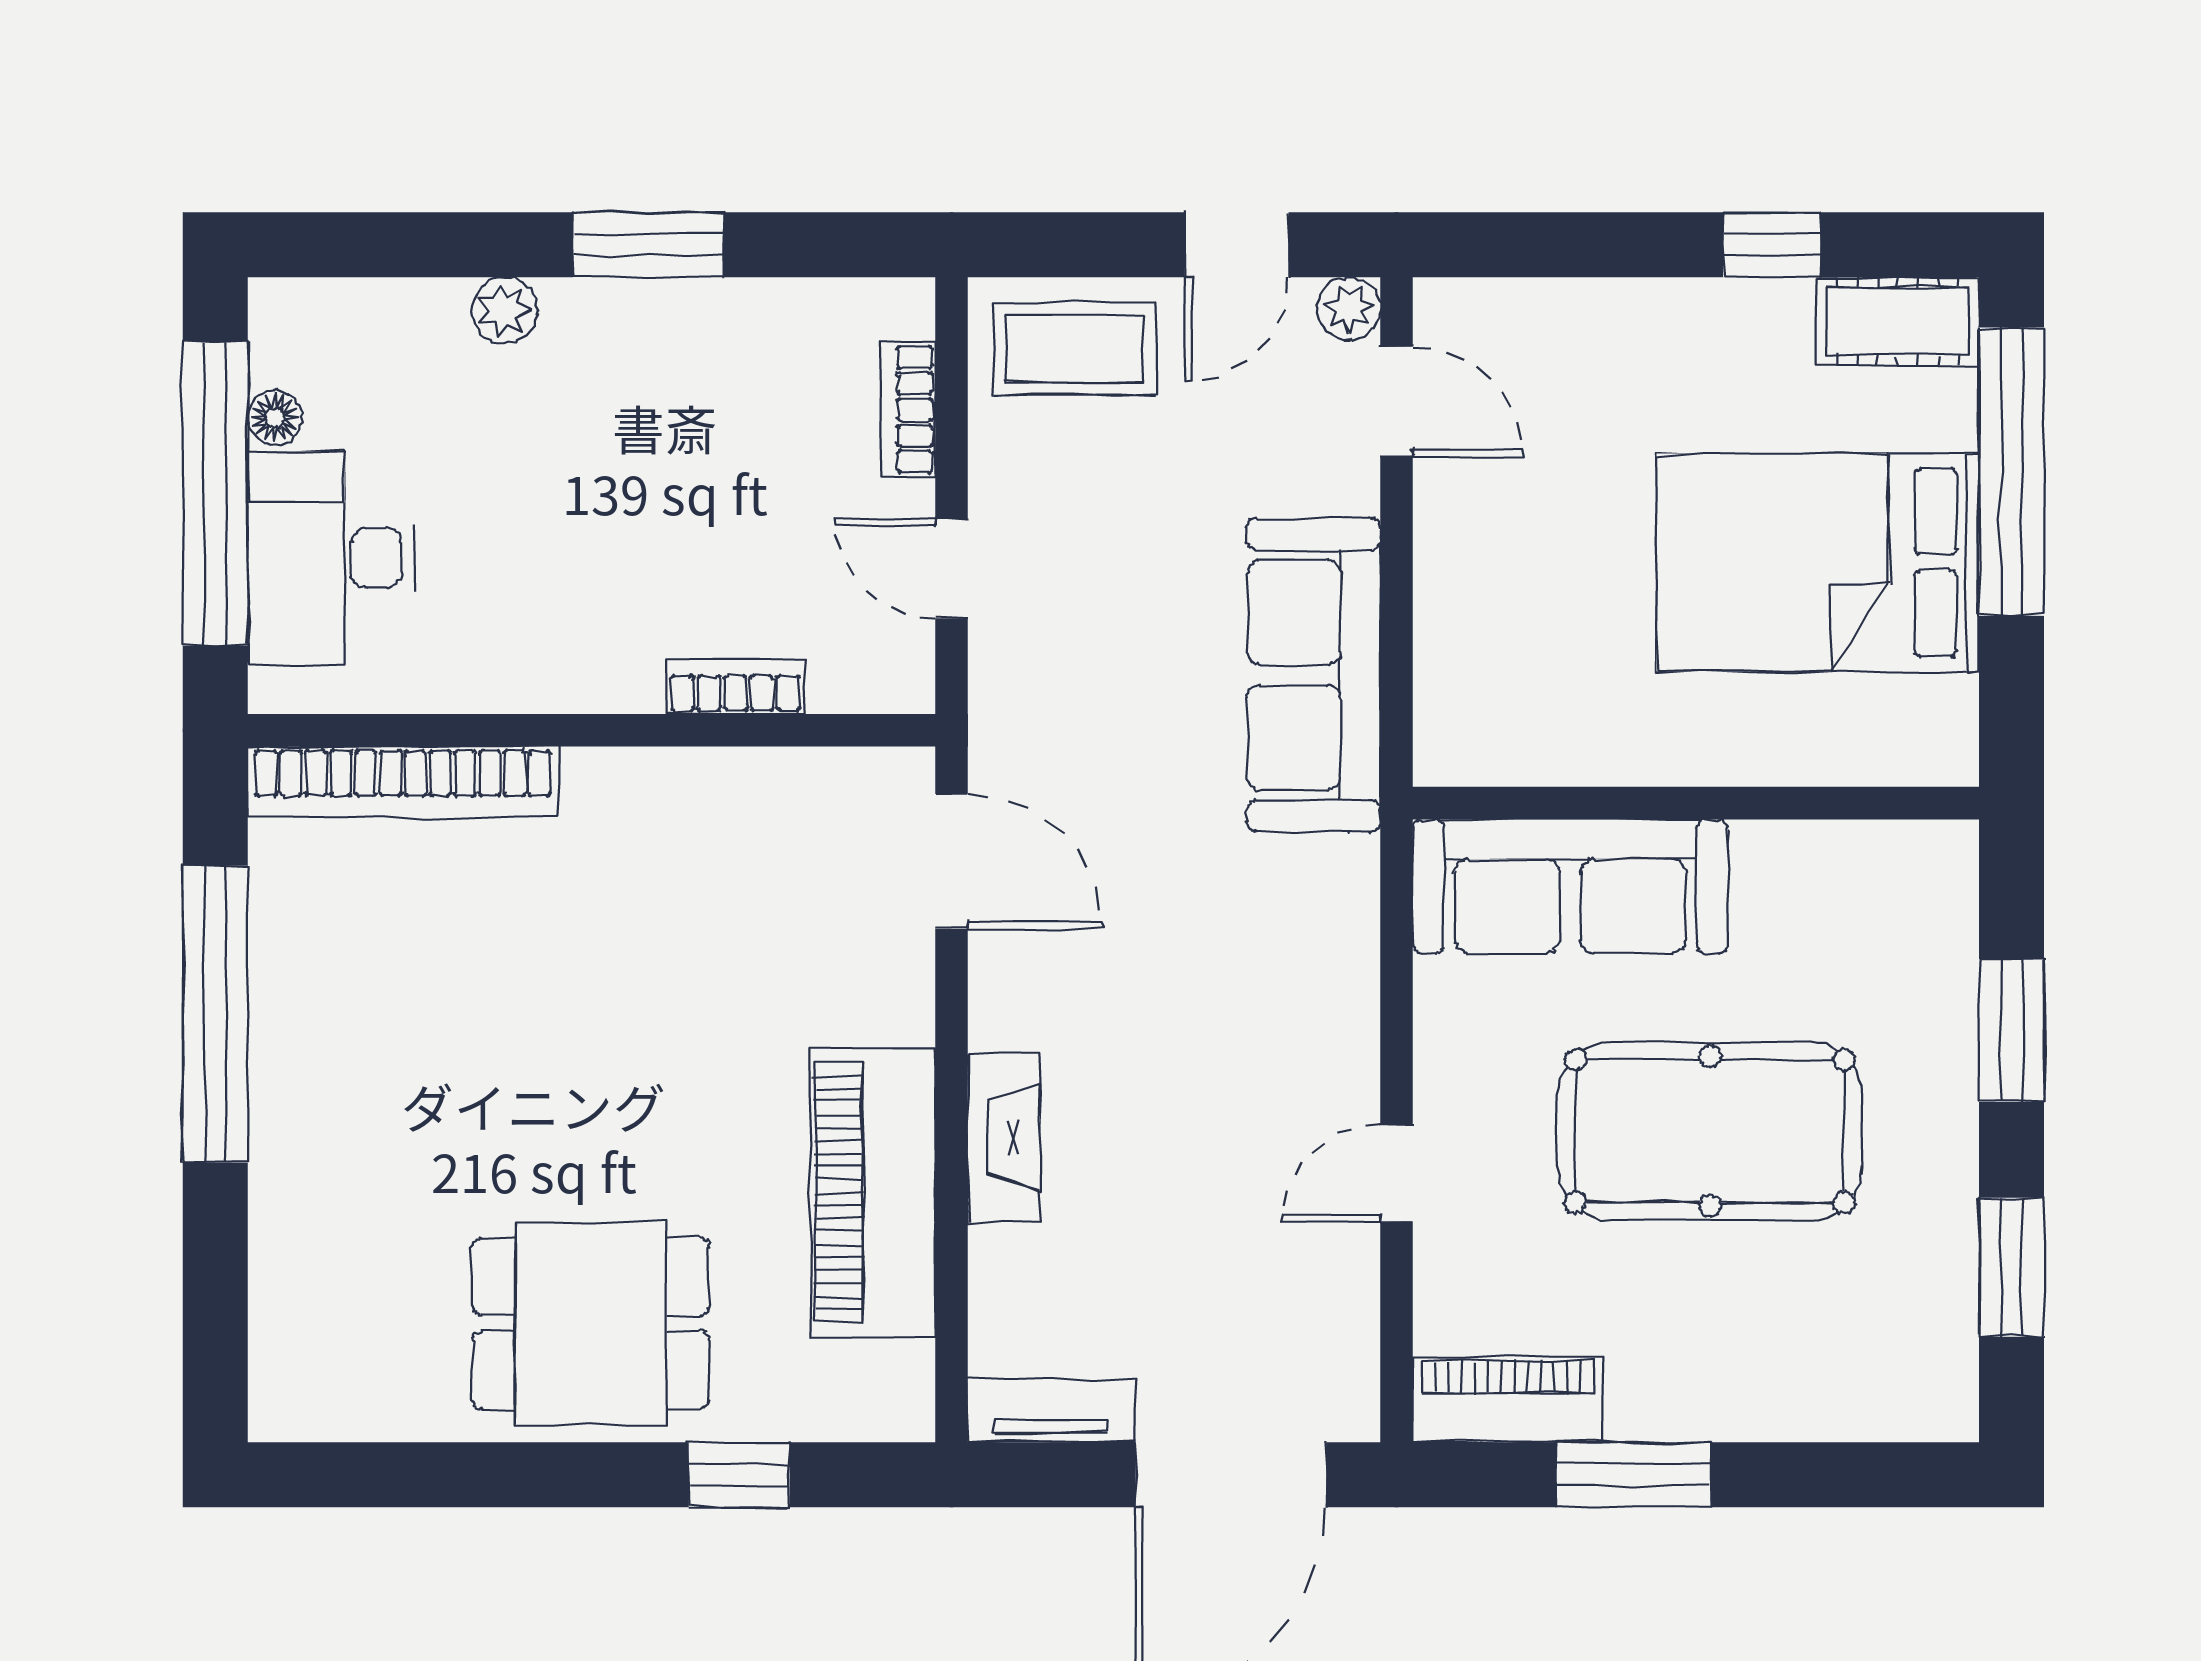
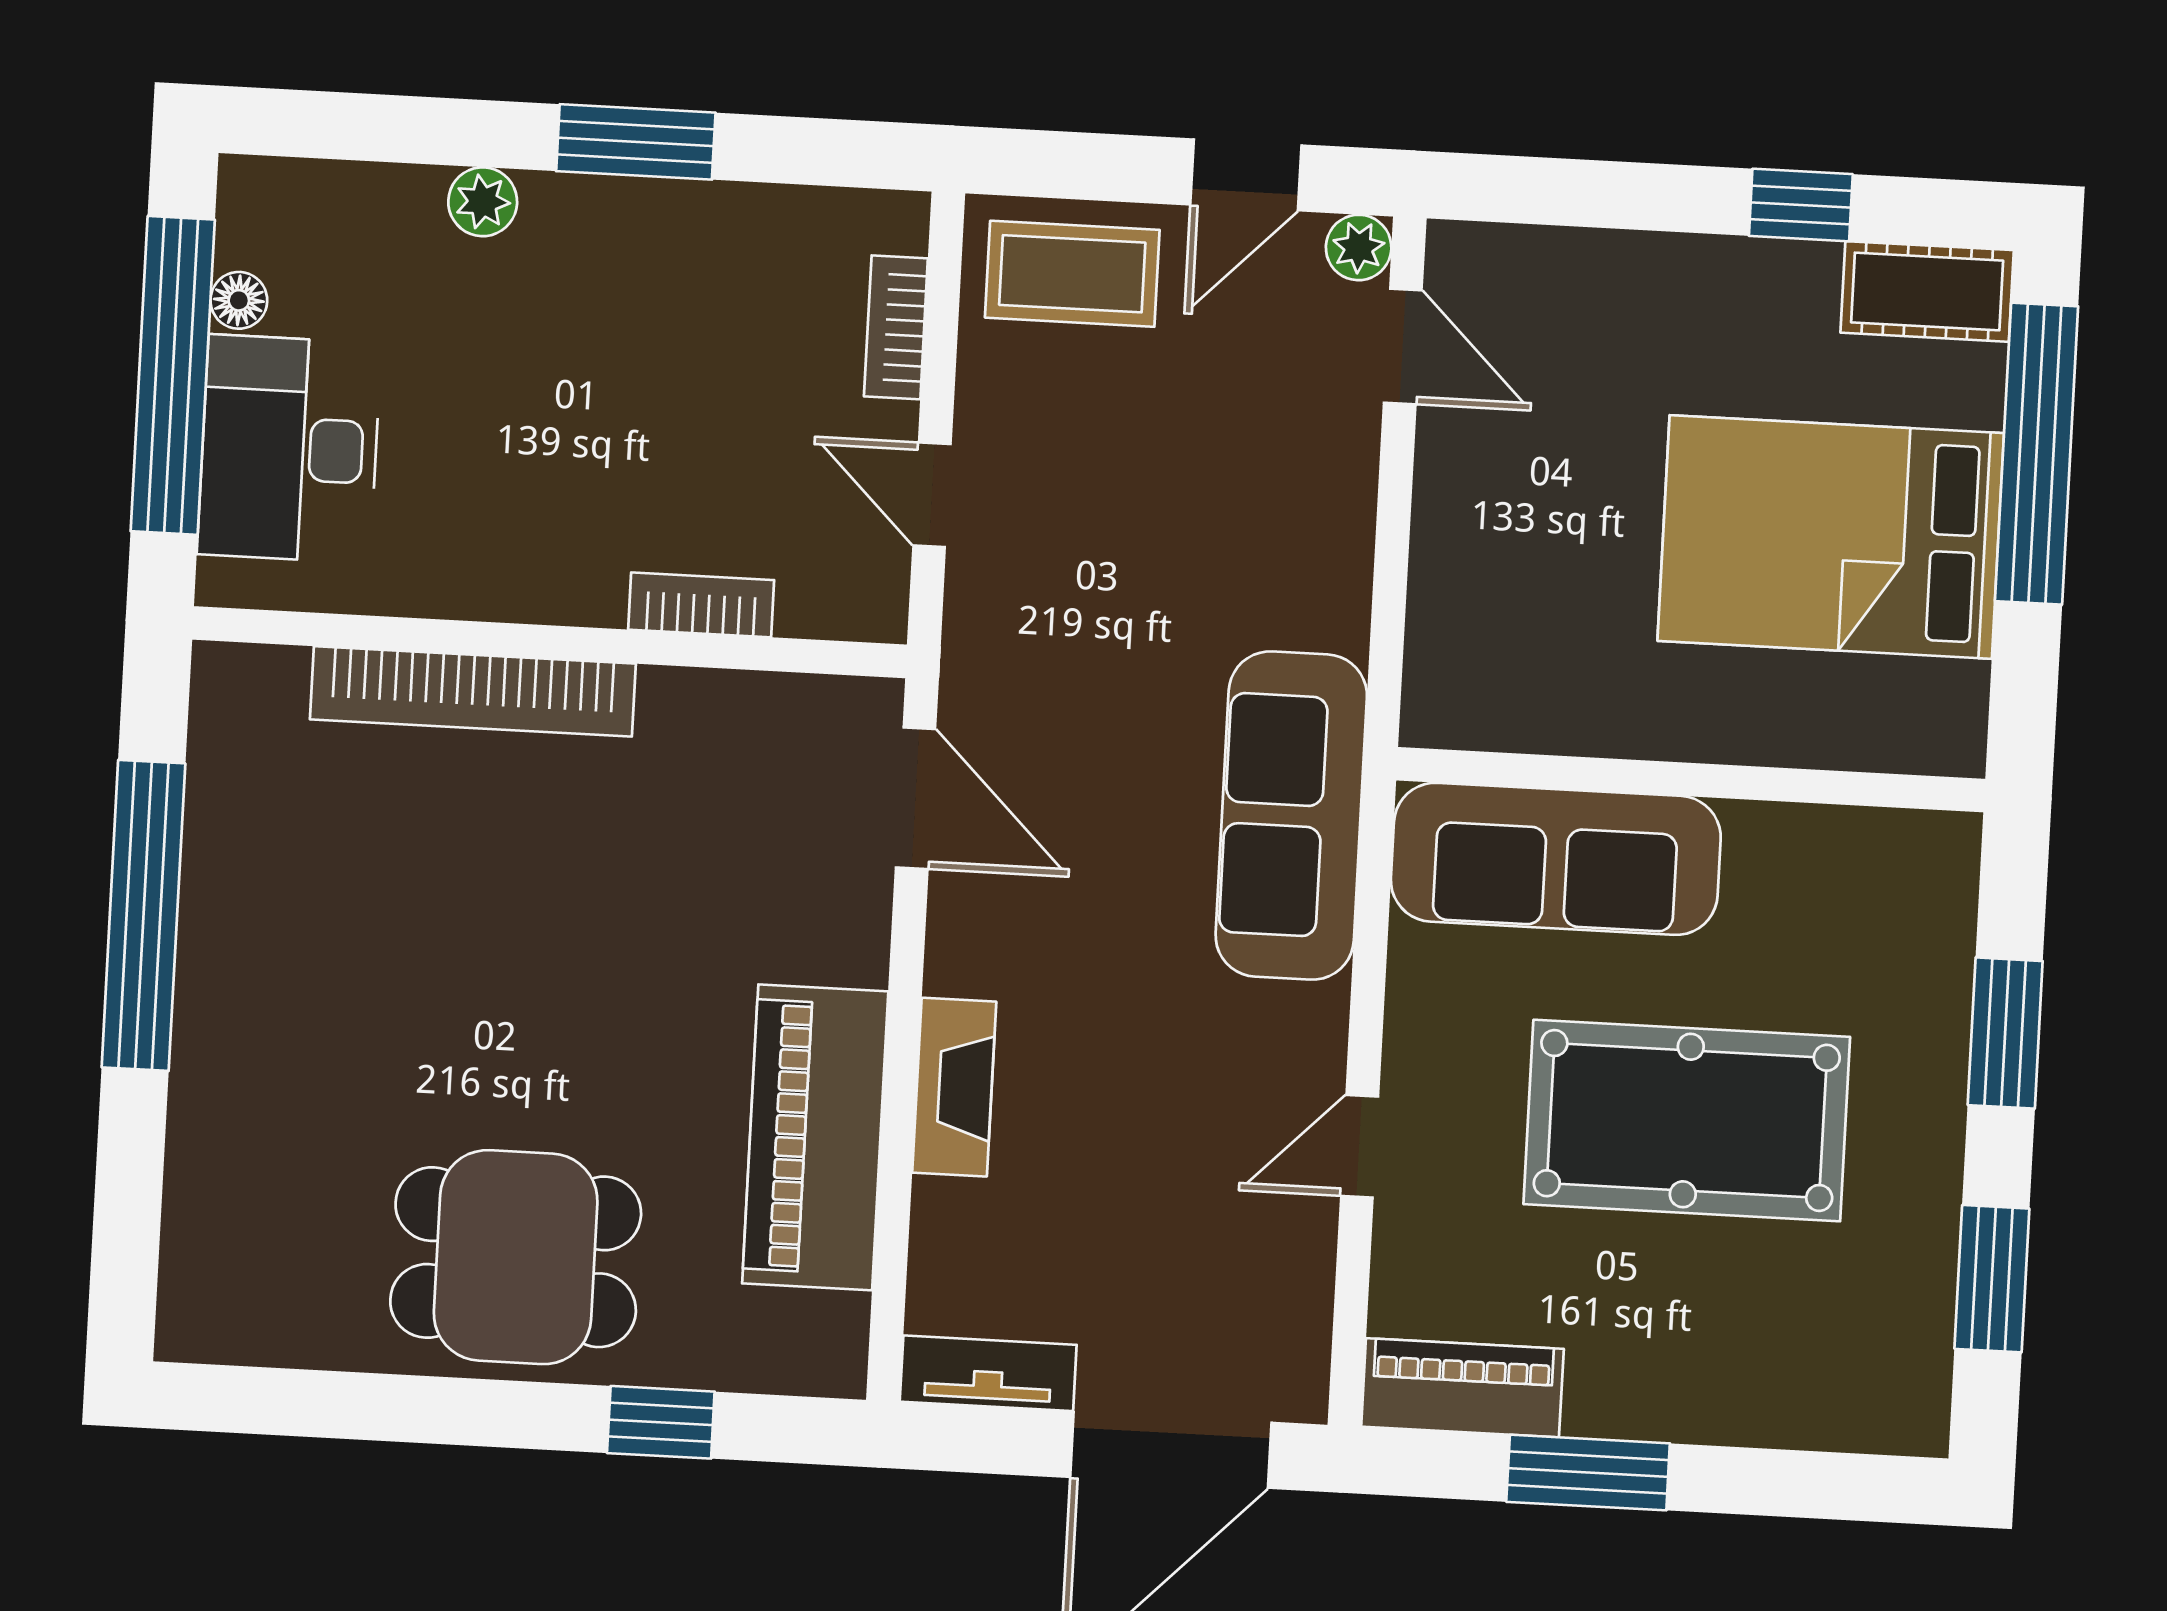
sofa: (1314, 675) -> (1291, 816), moved
bookcase: (403, 782) -> (473, 691), moved

